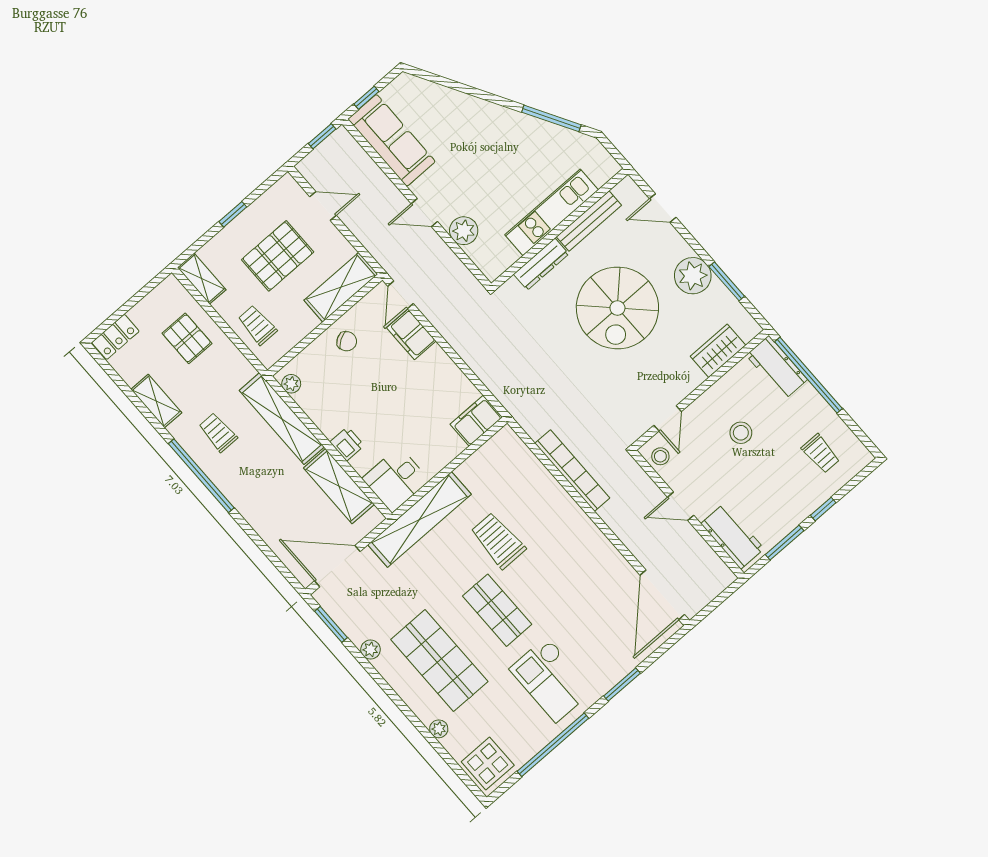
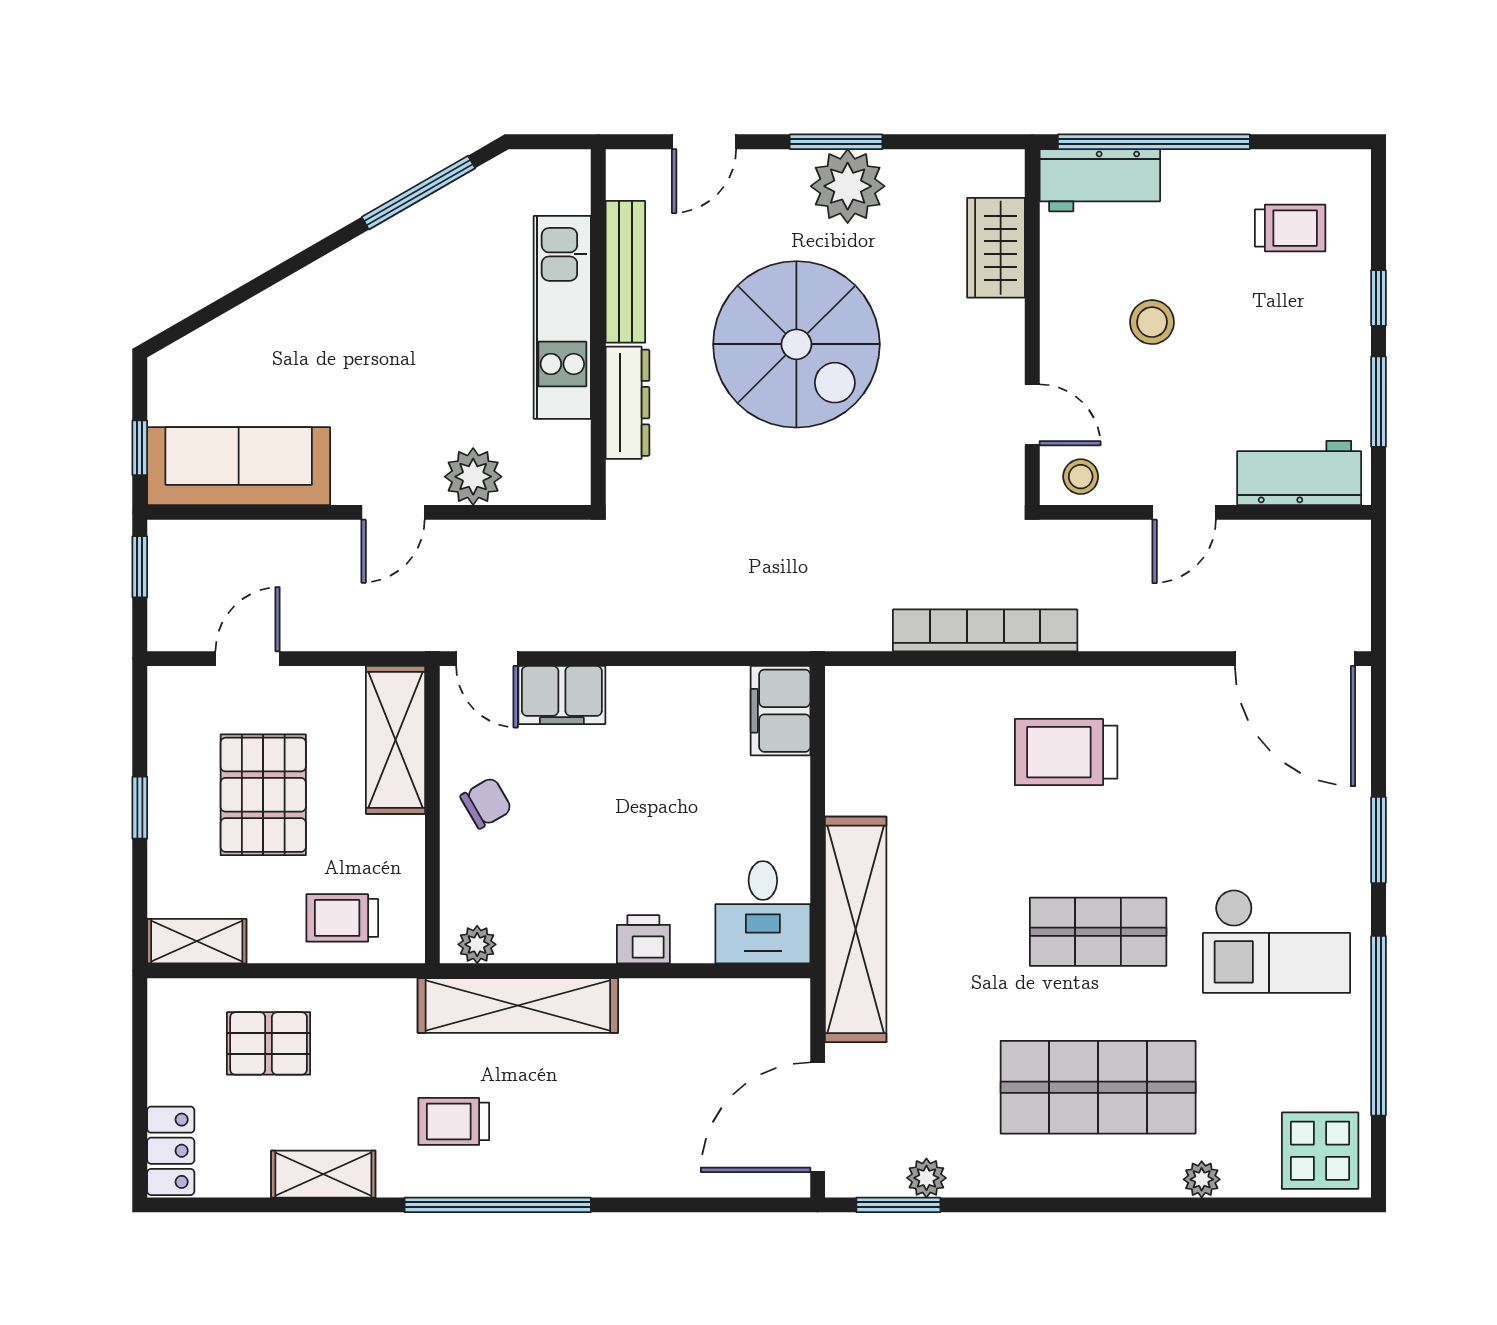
window: (727, 281) -> (836, 142), moved
shelving: (339, 486) -> (697, 1008), removed
trolley: (498, 541) -> (1066, 752), moved
plant: (370, 650) -> (926, 1178), moved

